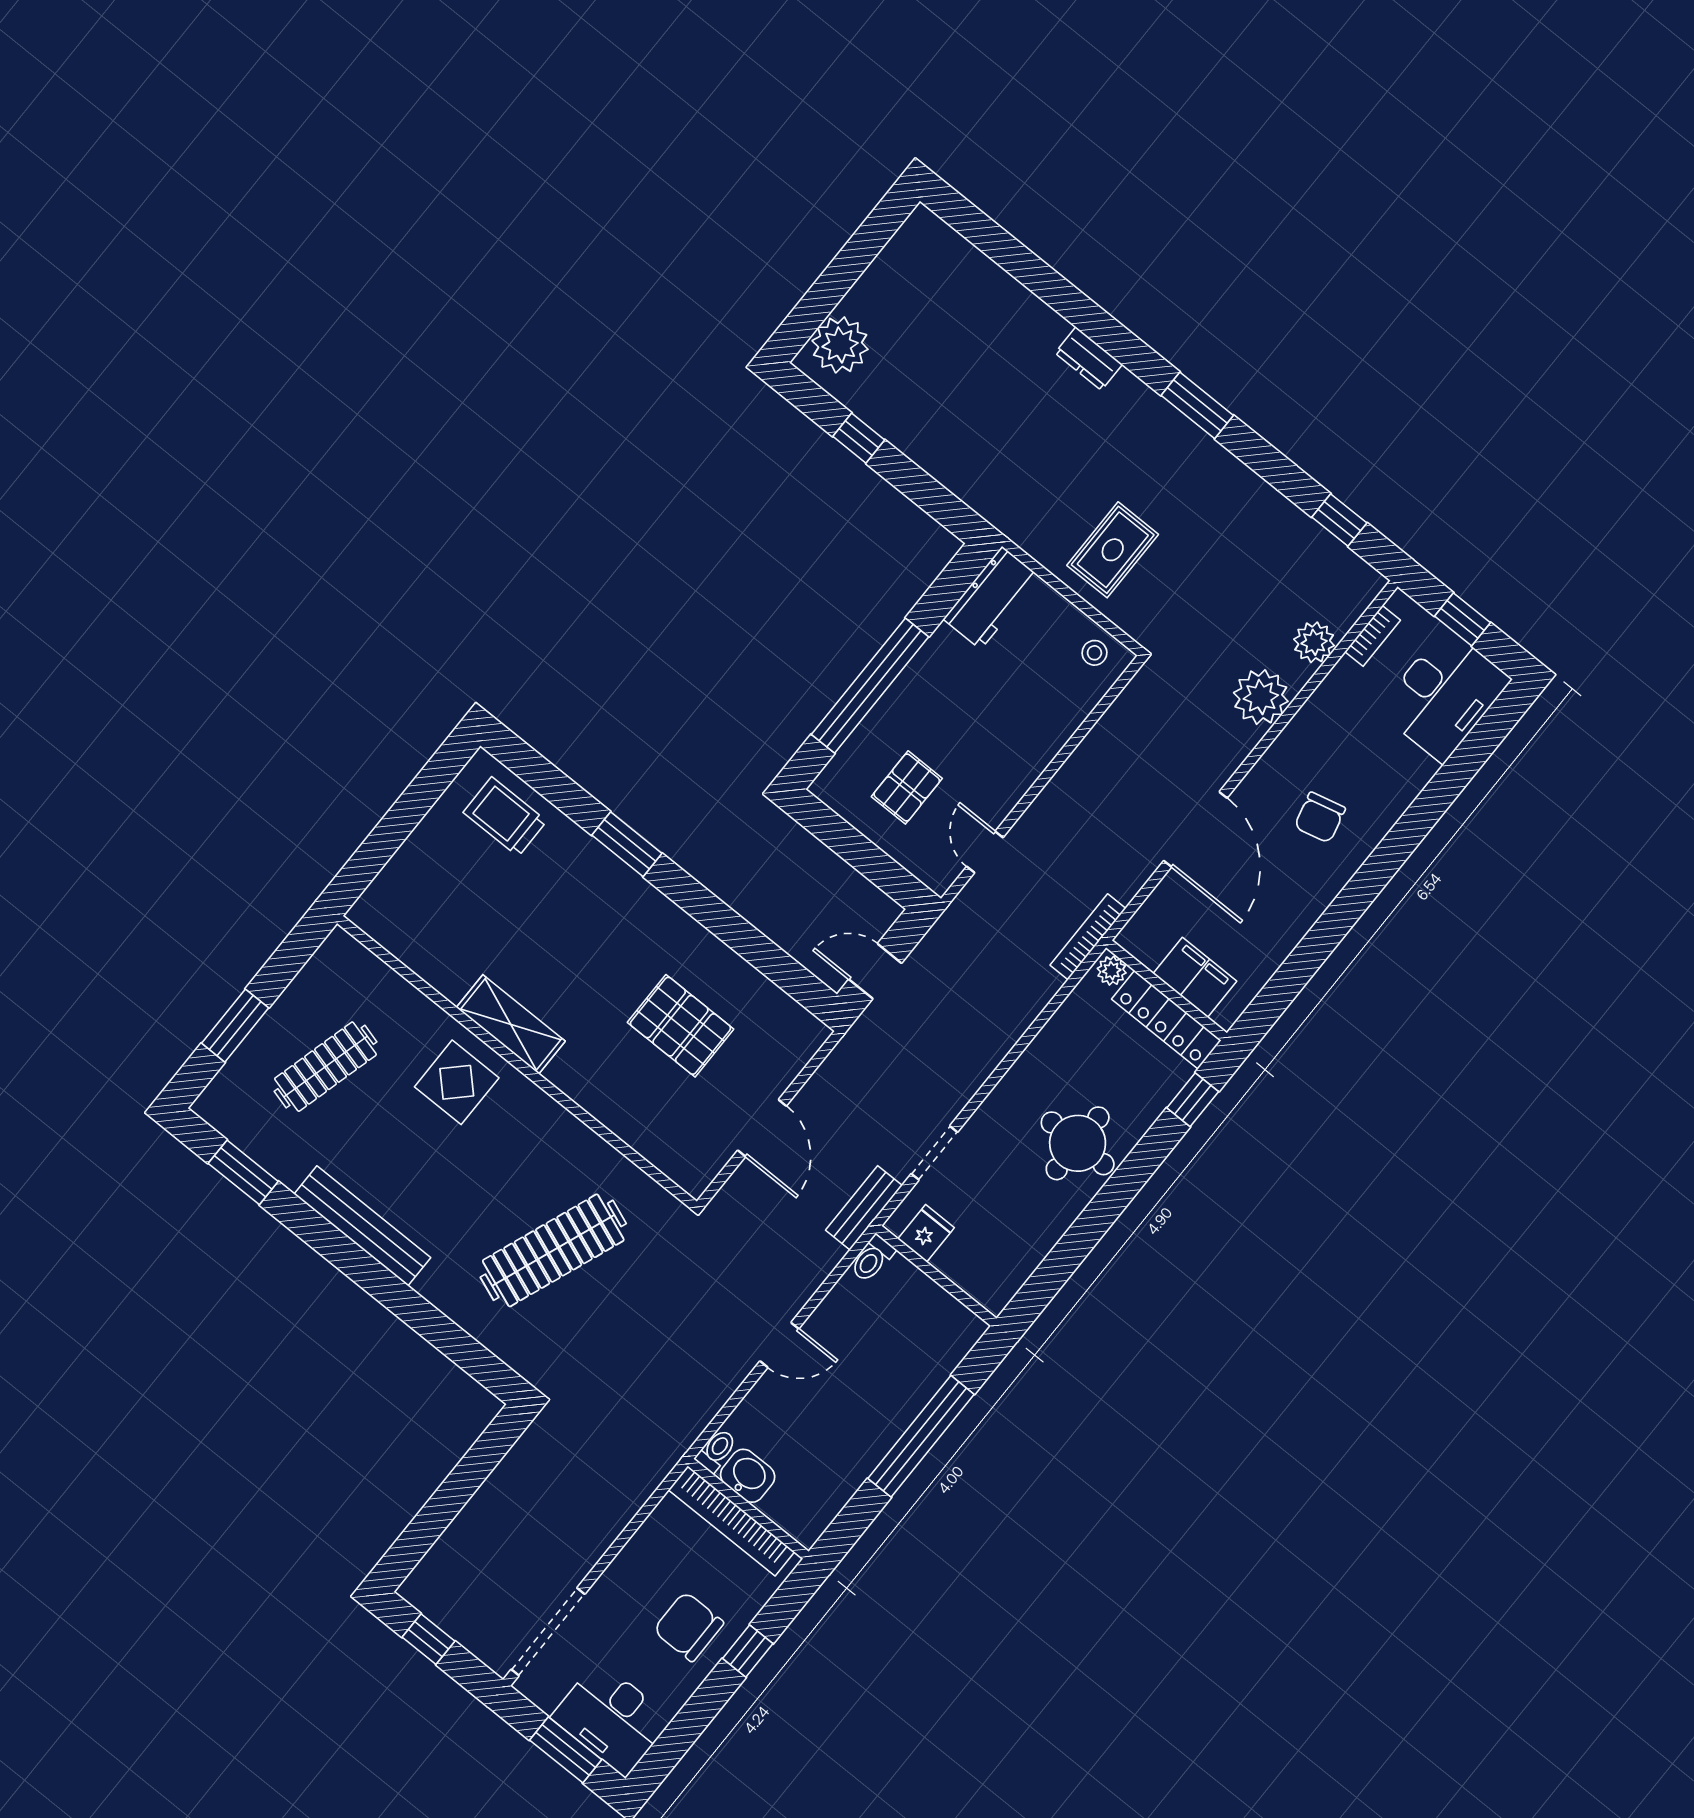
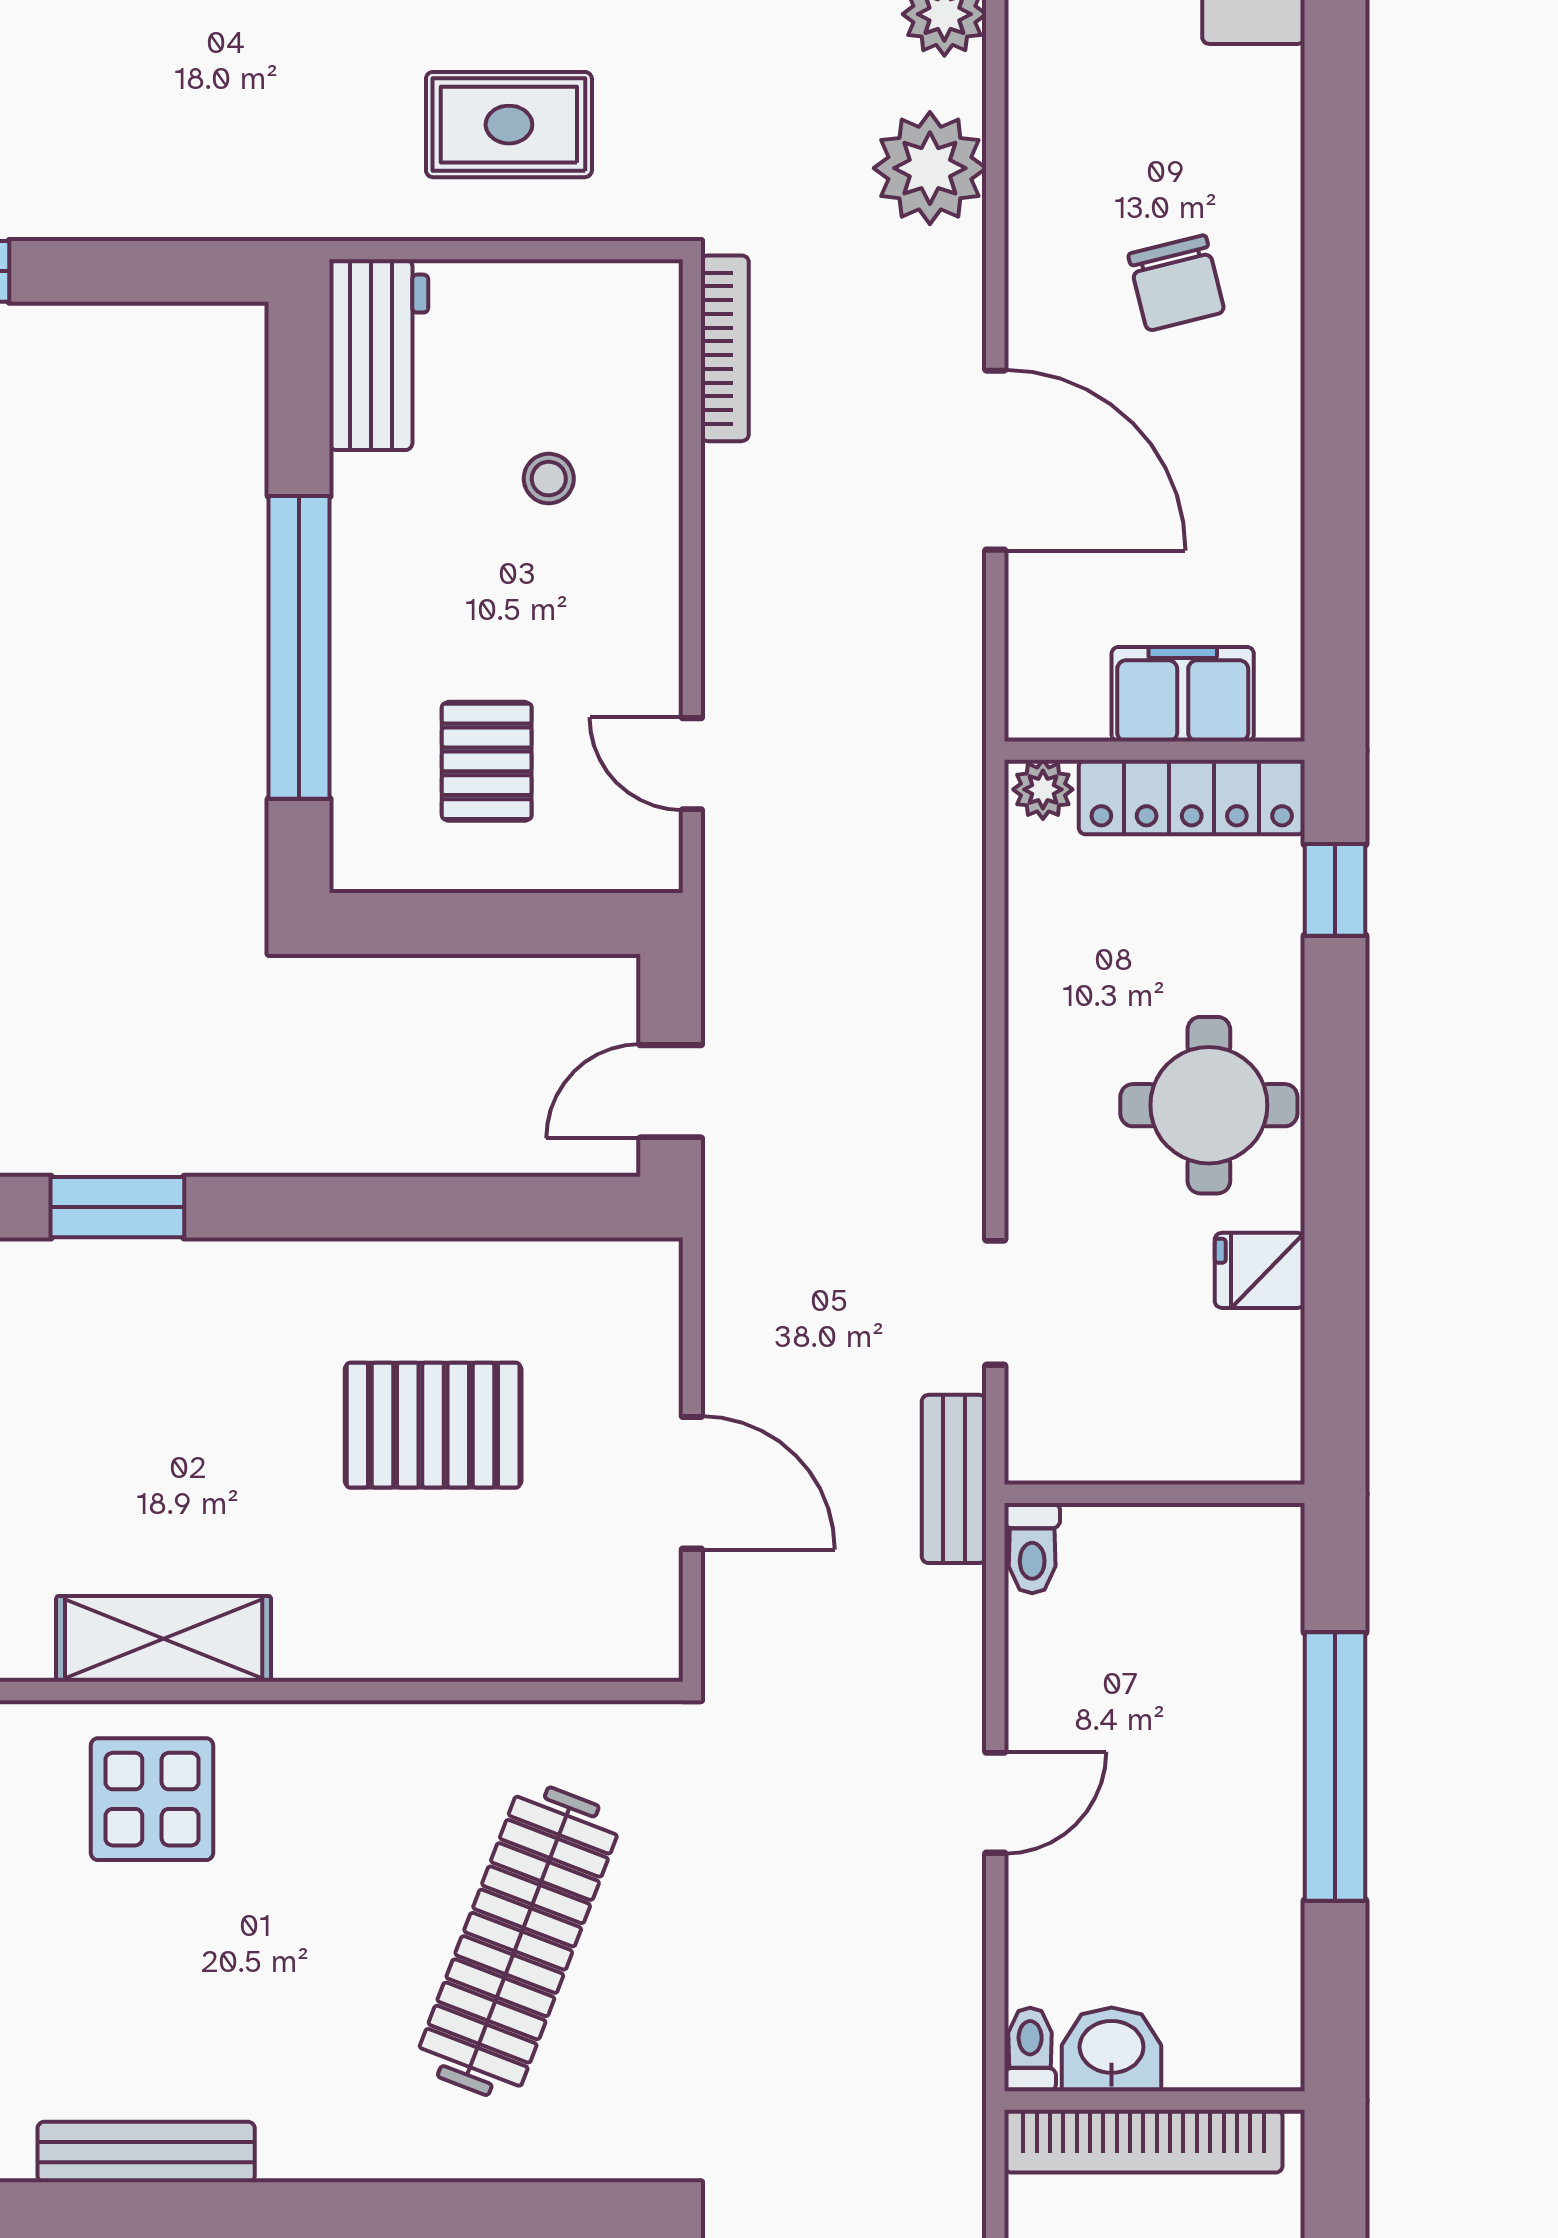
rug: (1113, 550) -> (509, 125), turned 90
stool: (1094, 653) -> (549, 479), moved
bookcase: (1088, 937) -> (725, 348), moved, turned 180
bench: (362, 1226) -> (146, 2152), width x0.73, depth x0.82
fridge: (926, 1233) -> (1260, 1270), moved, turned -90

